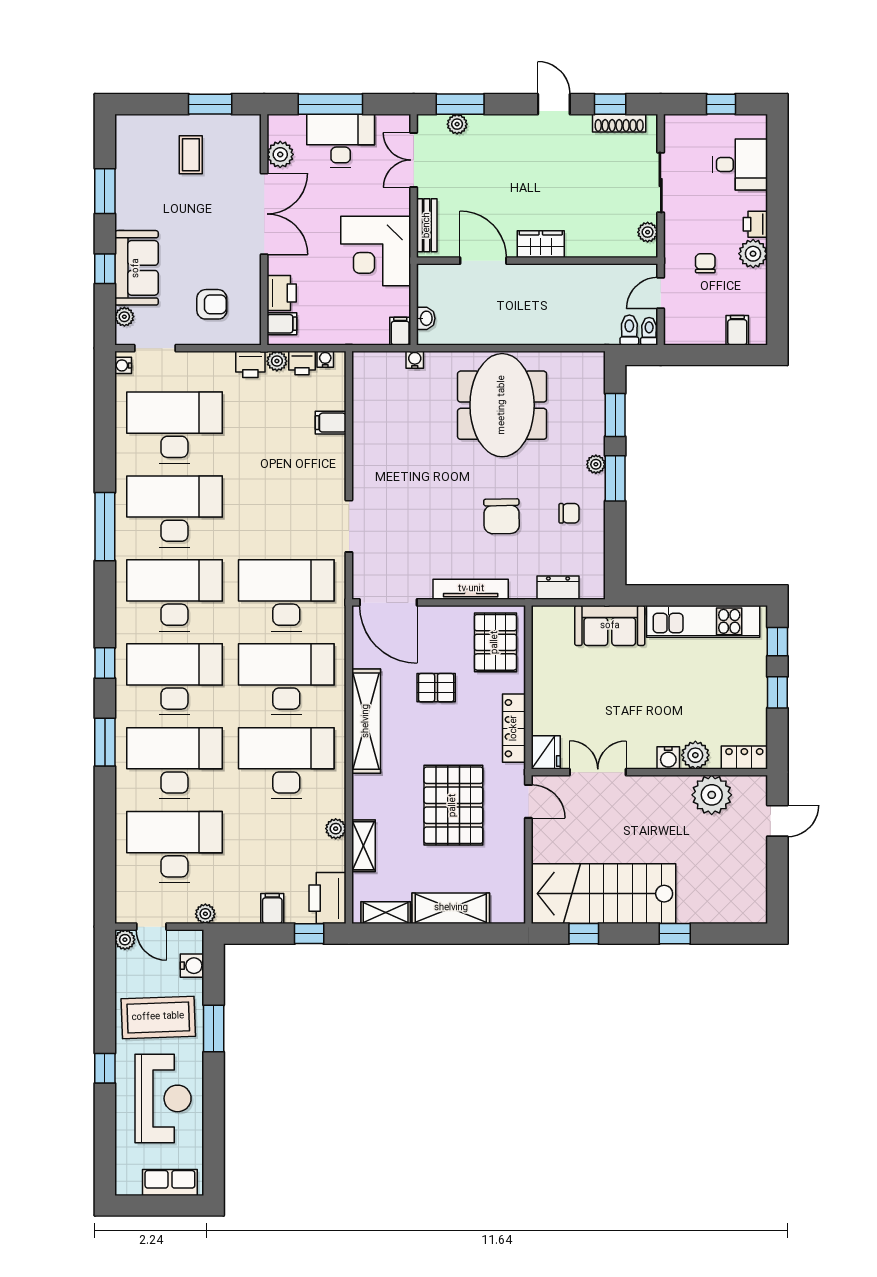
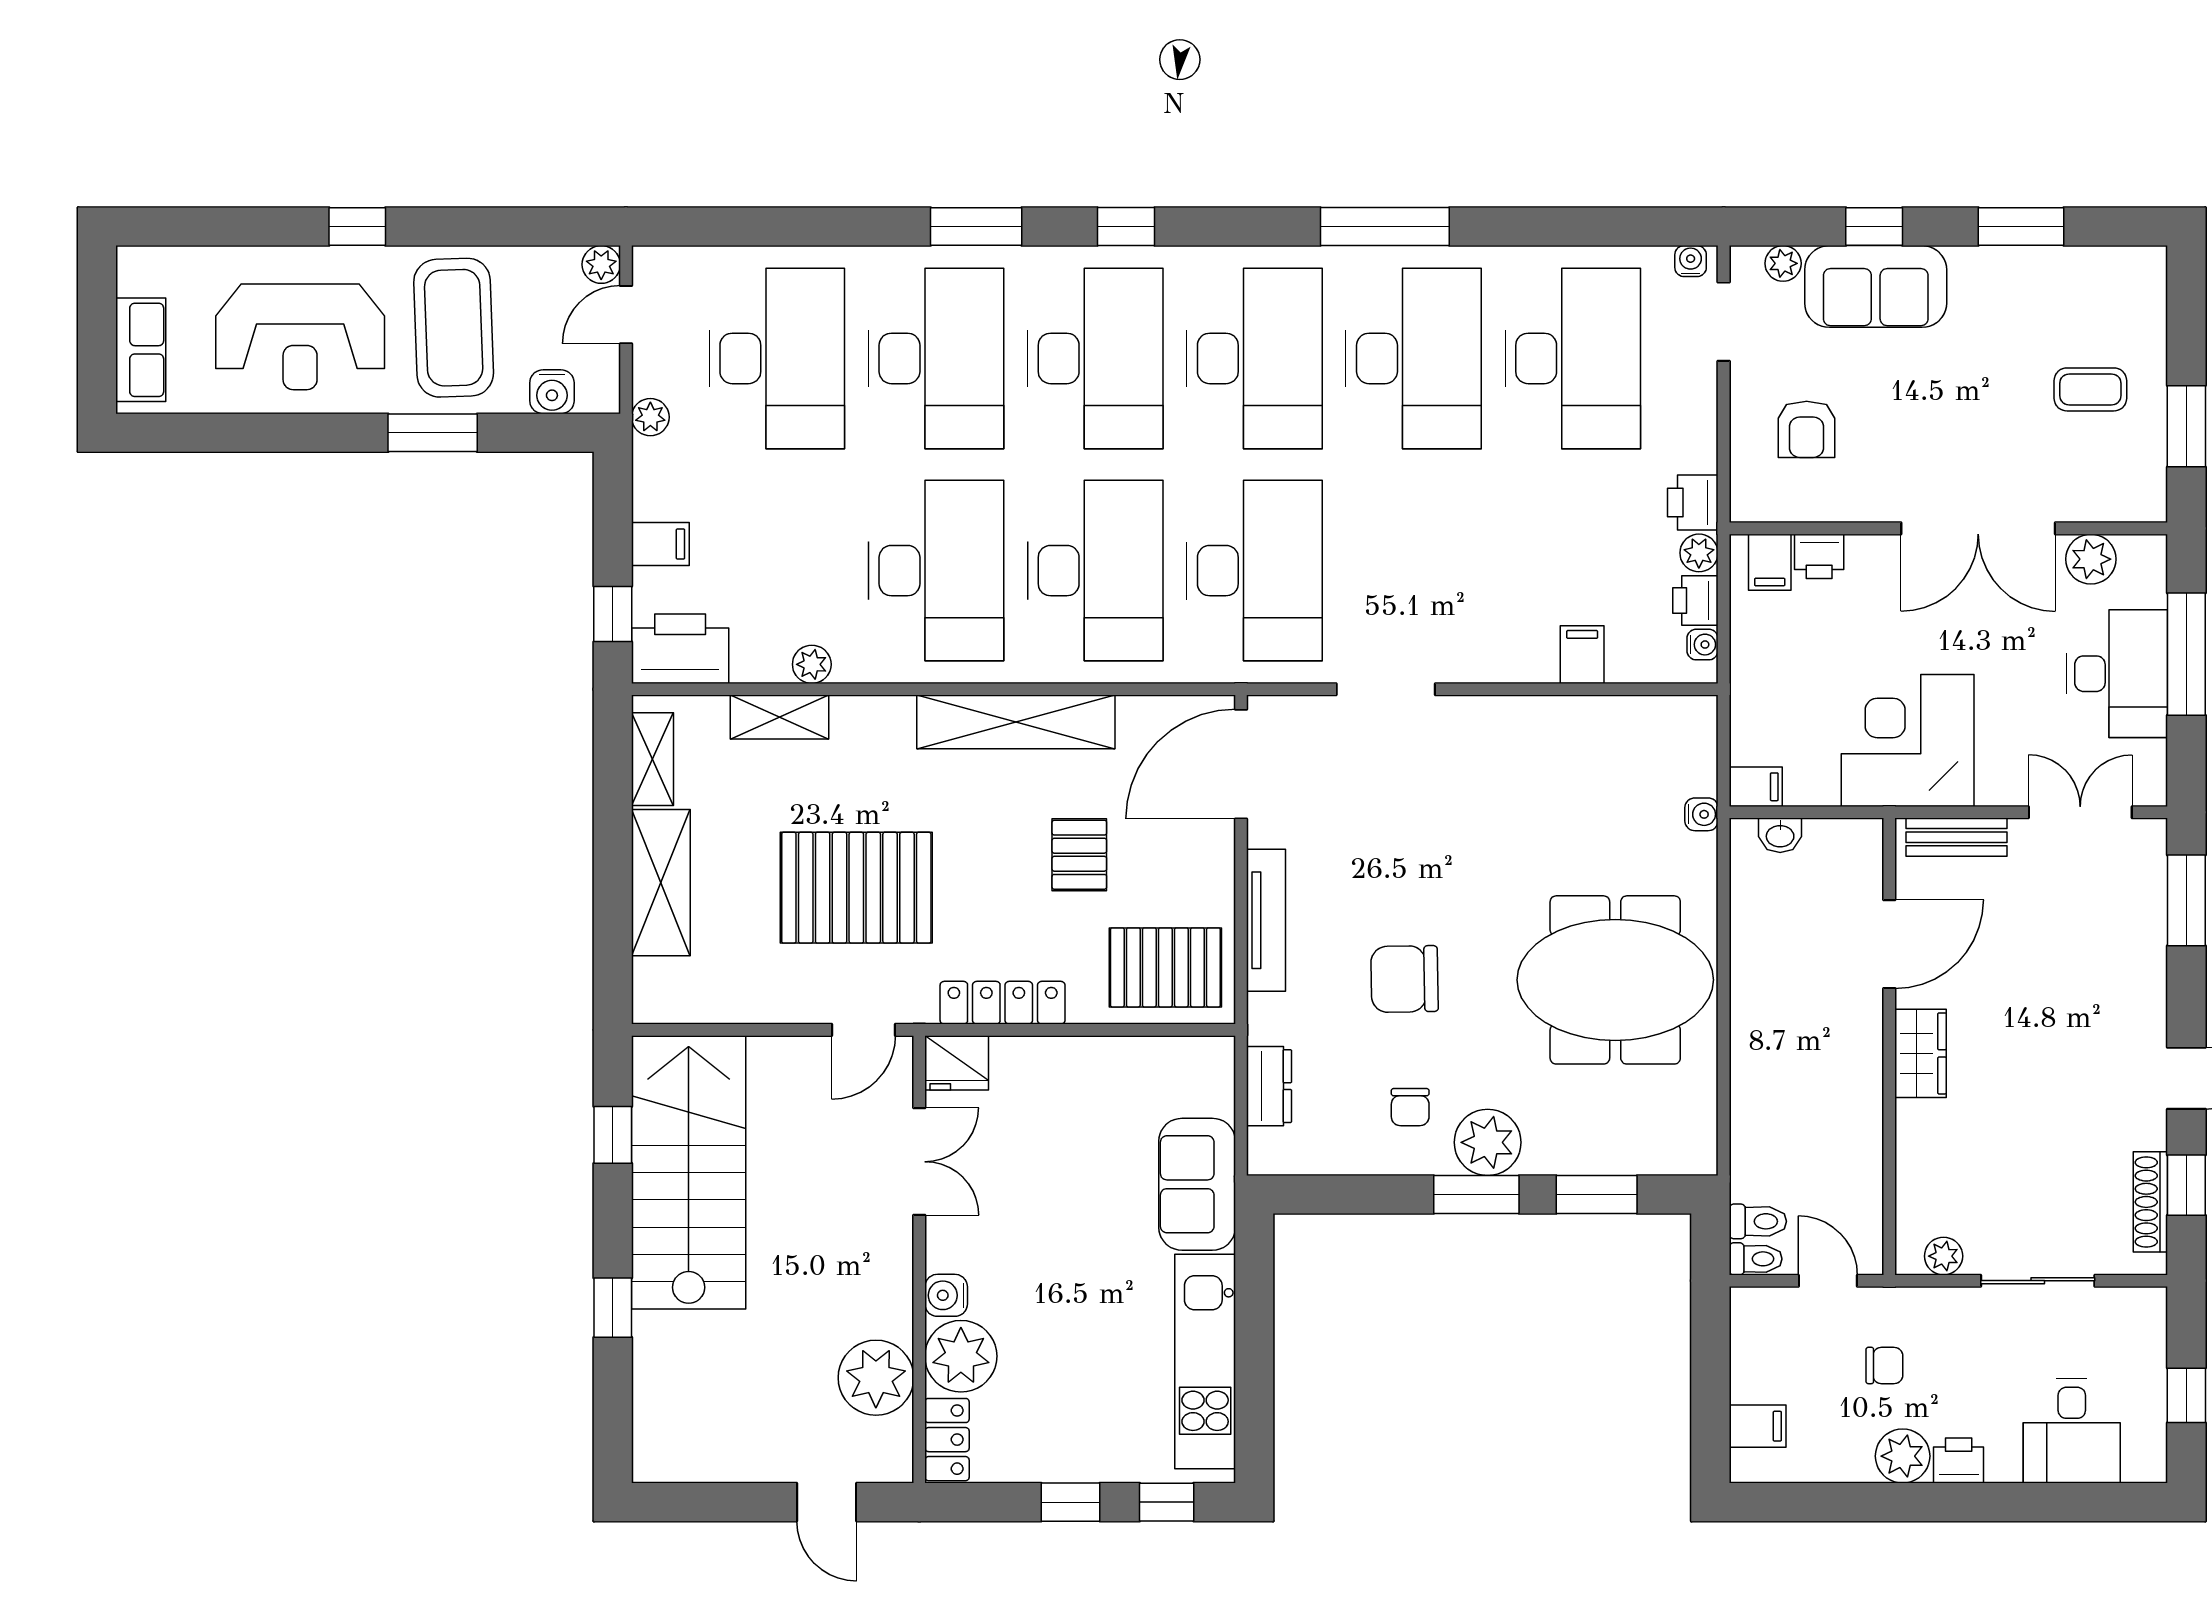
plant: (457, 124) -> (2148, 895), removed
printer: (282, 293) -> (1819, 556), width x0.73, depth x0.81
plant: (596, 464) -> (1488, 1142), width x1.88, depth x1.88
plant: (695, 755) -> (961, 1356), width x1.36, depth x1.36

